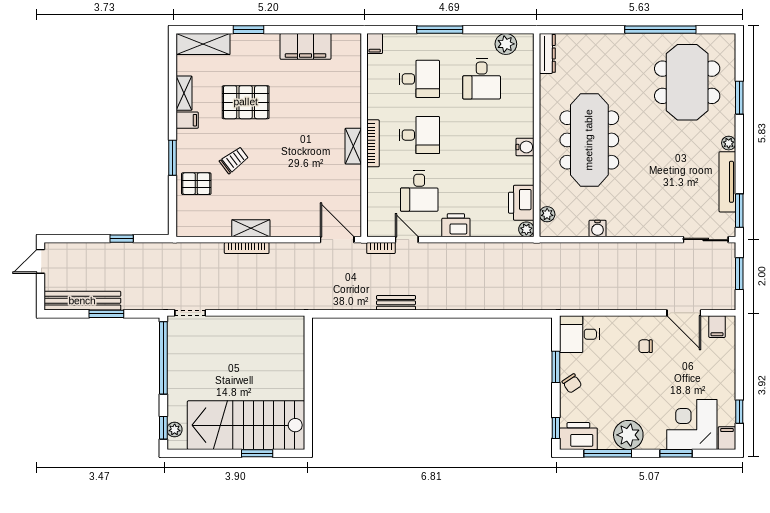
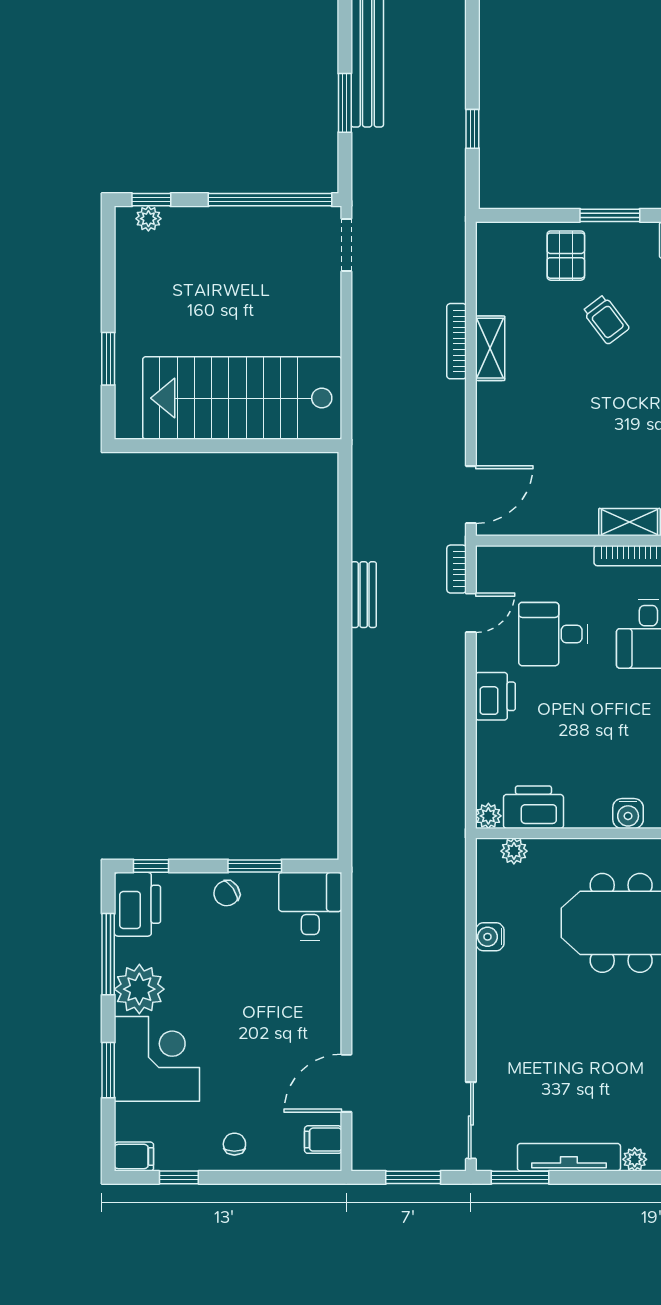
chair: (646, 346) -> (234, 1144), moved
stairs: (246, 425) -> (242, 398), moved, turned -90
corner desk: (692, 425) -> (157, 1059), moved

